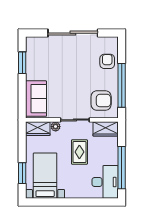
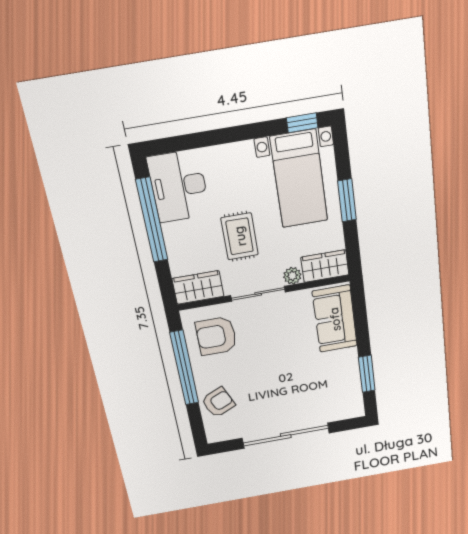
armchair: (107, 61) -> (218, 402), turned -114
window: (22, 173) -> (347, 200), moved
window: (40, 202) -> (302, 123), added

